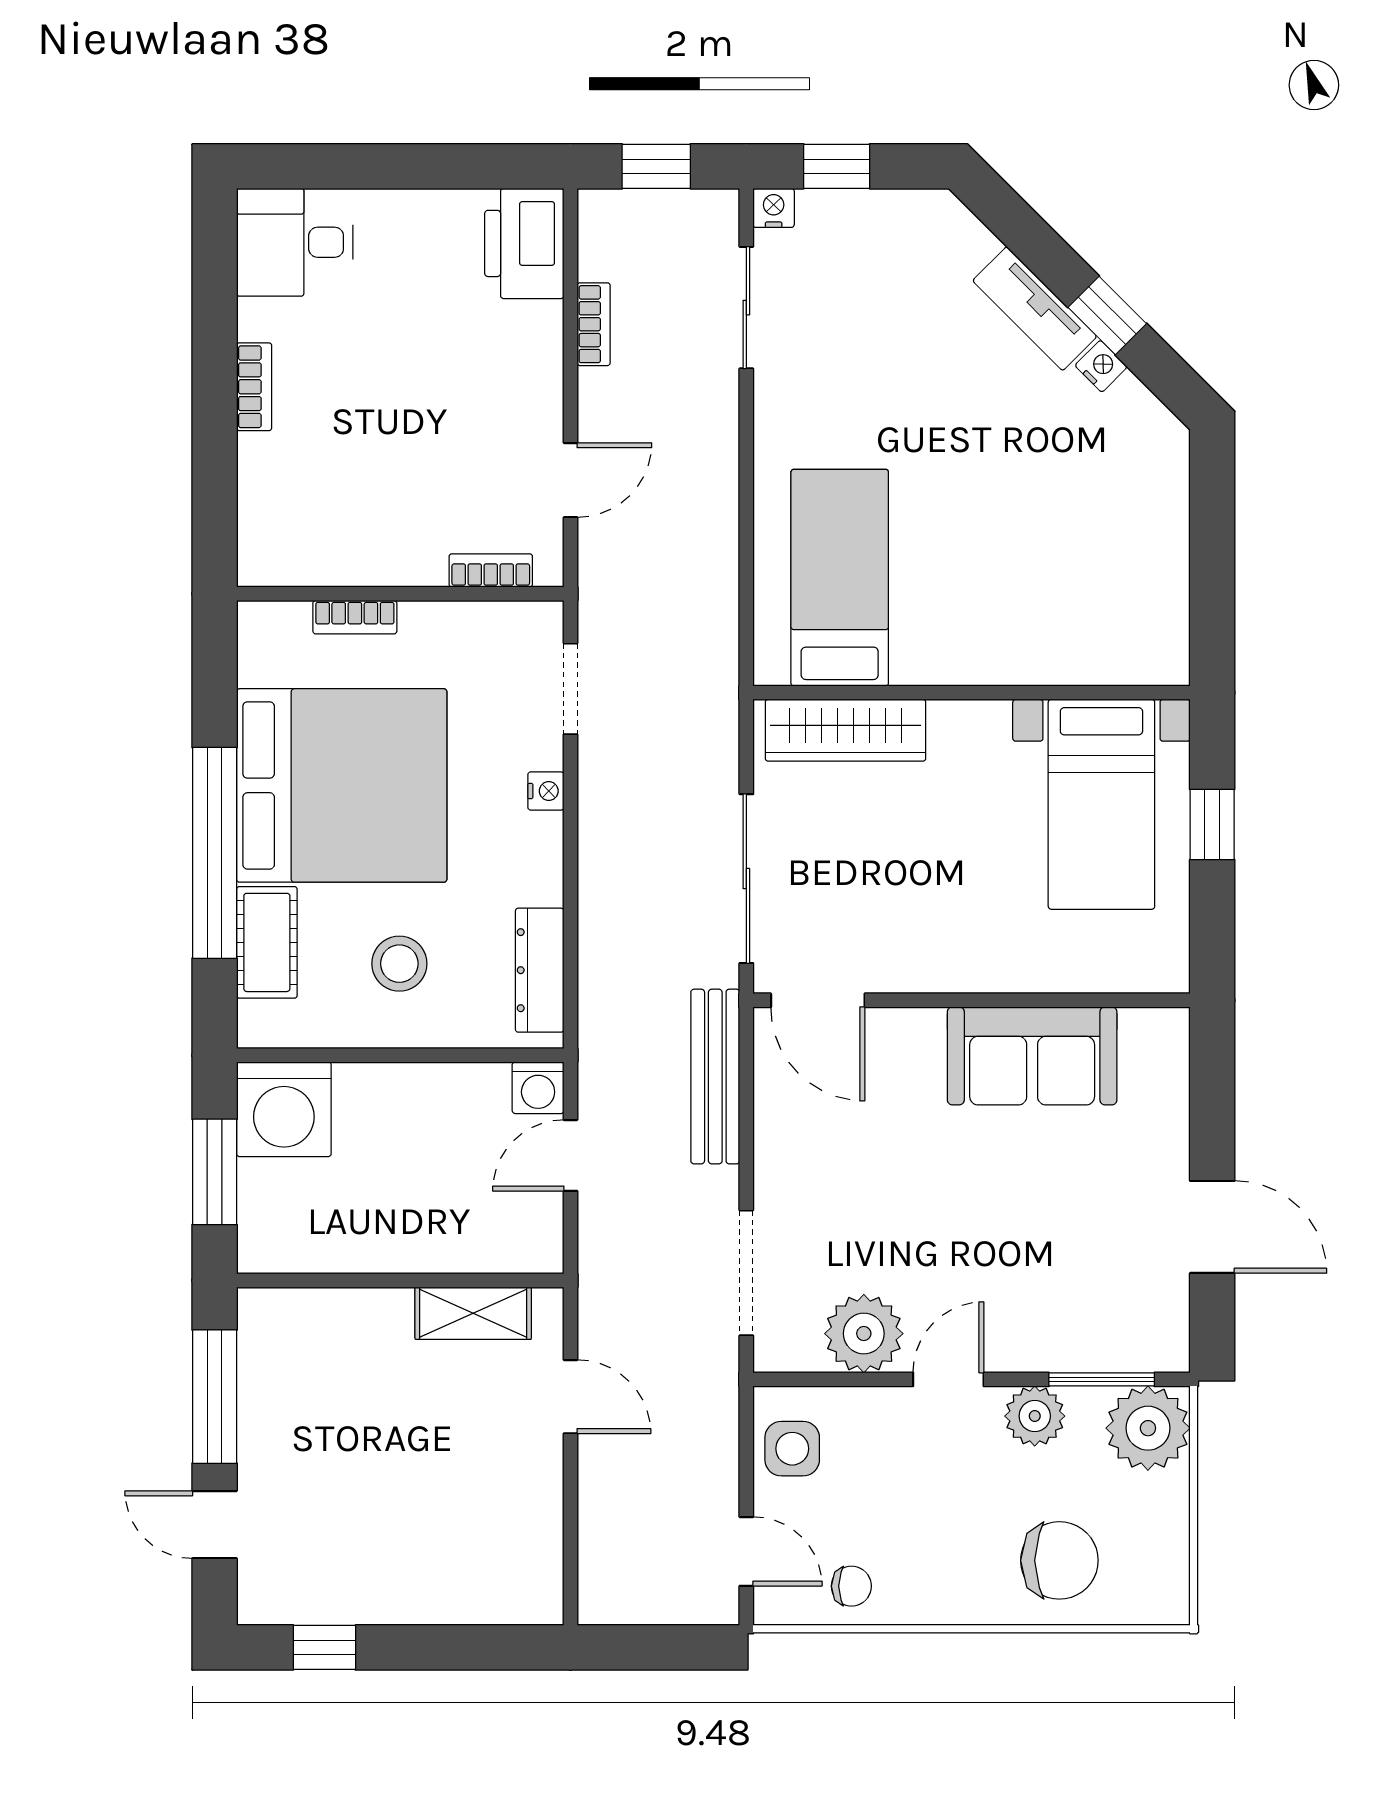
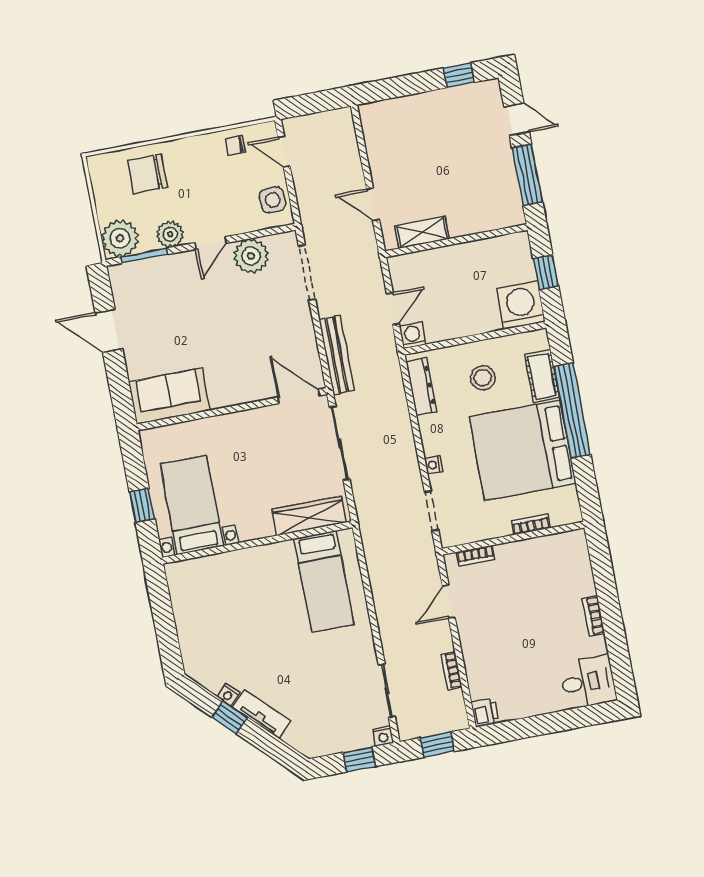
printer: (524, 243) -> (485, 712), width x0.53, depth x0.68
sofa: (1032, 1056) -> (169, 396), moved
window: (215, 1172) -> (546, 272), width x0.67

